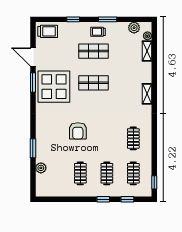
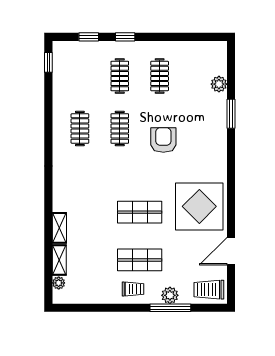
window: (73, 19) -> (170, 308), width x2.17
window: (108, 19) -> (119, 308), removed
plant: (134, 28) -> (170, 295), moved
door: (33, 57) -> (231, 251), swing flipped
window: (33, 83) -> (231, 213), removed
shelving: (147, 94) -> (59, 228), moved
clothes rail: (133, 173) -> (120, 128), moved

